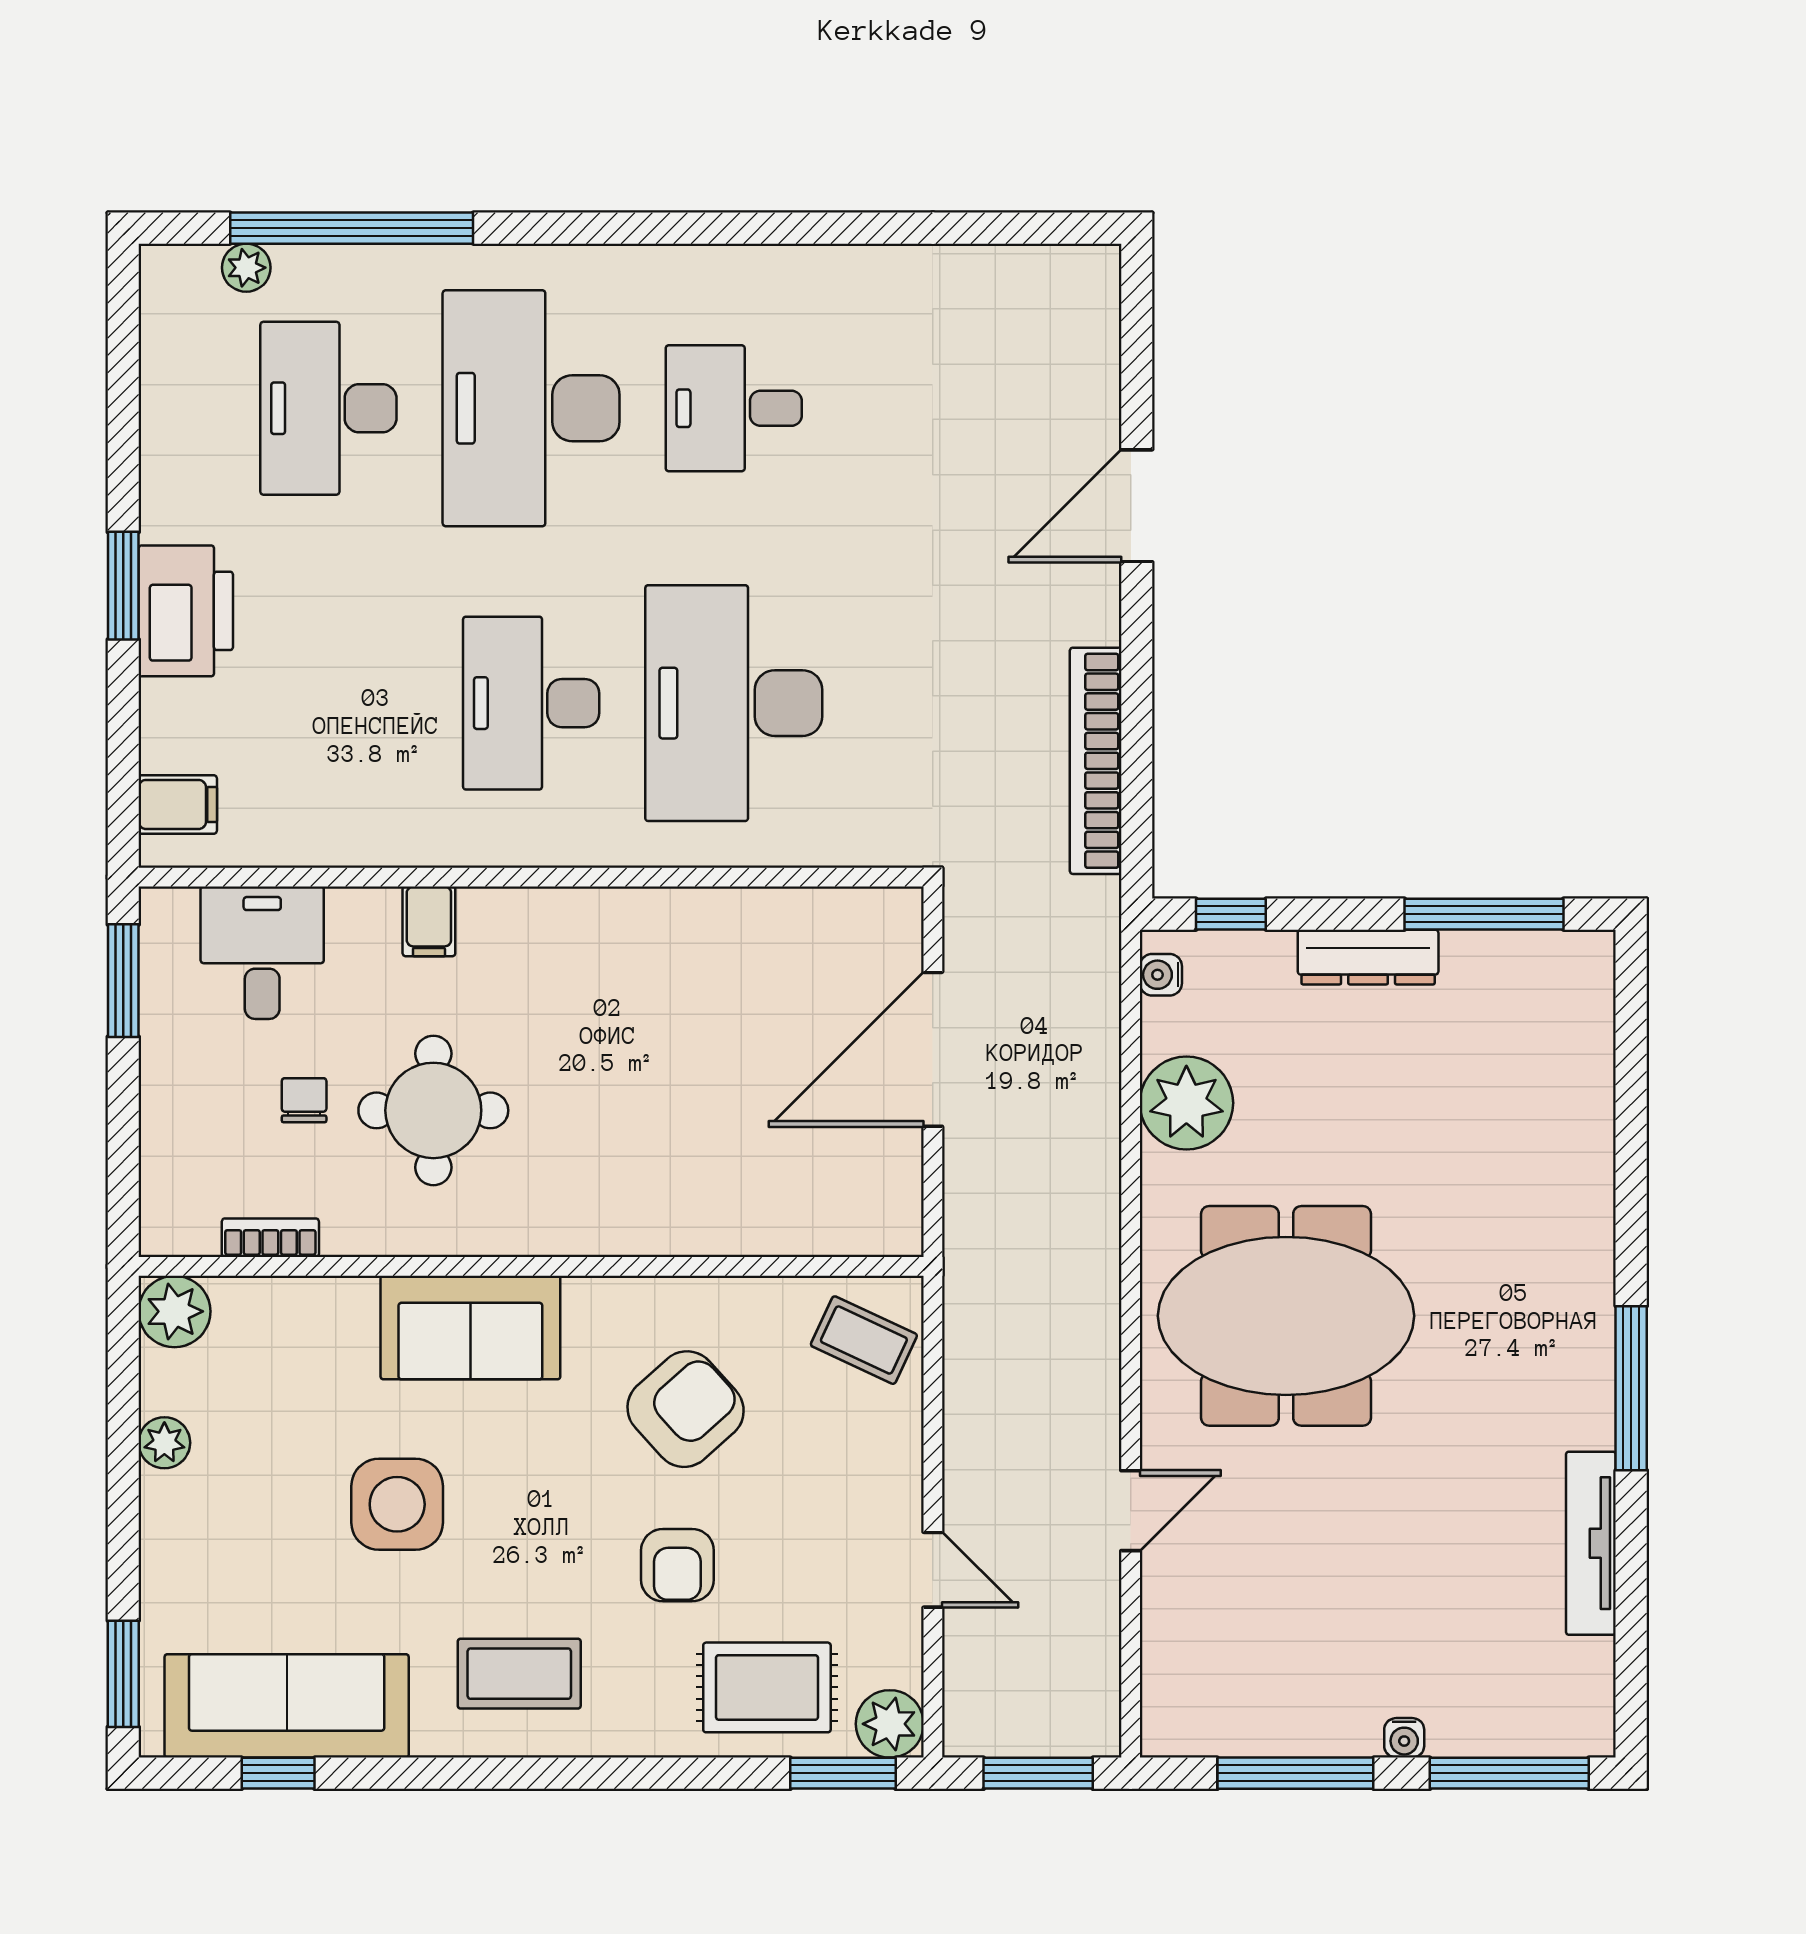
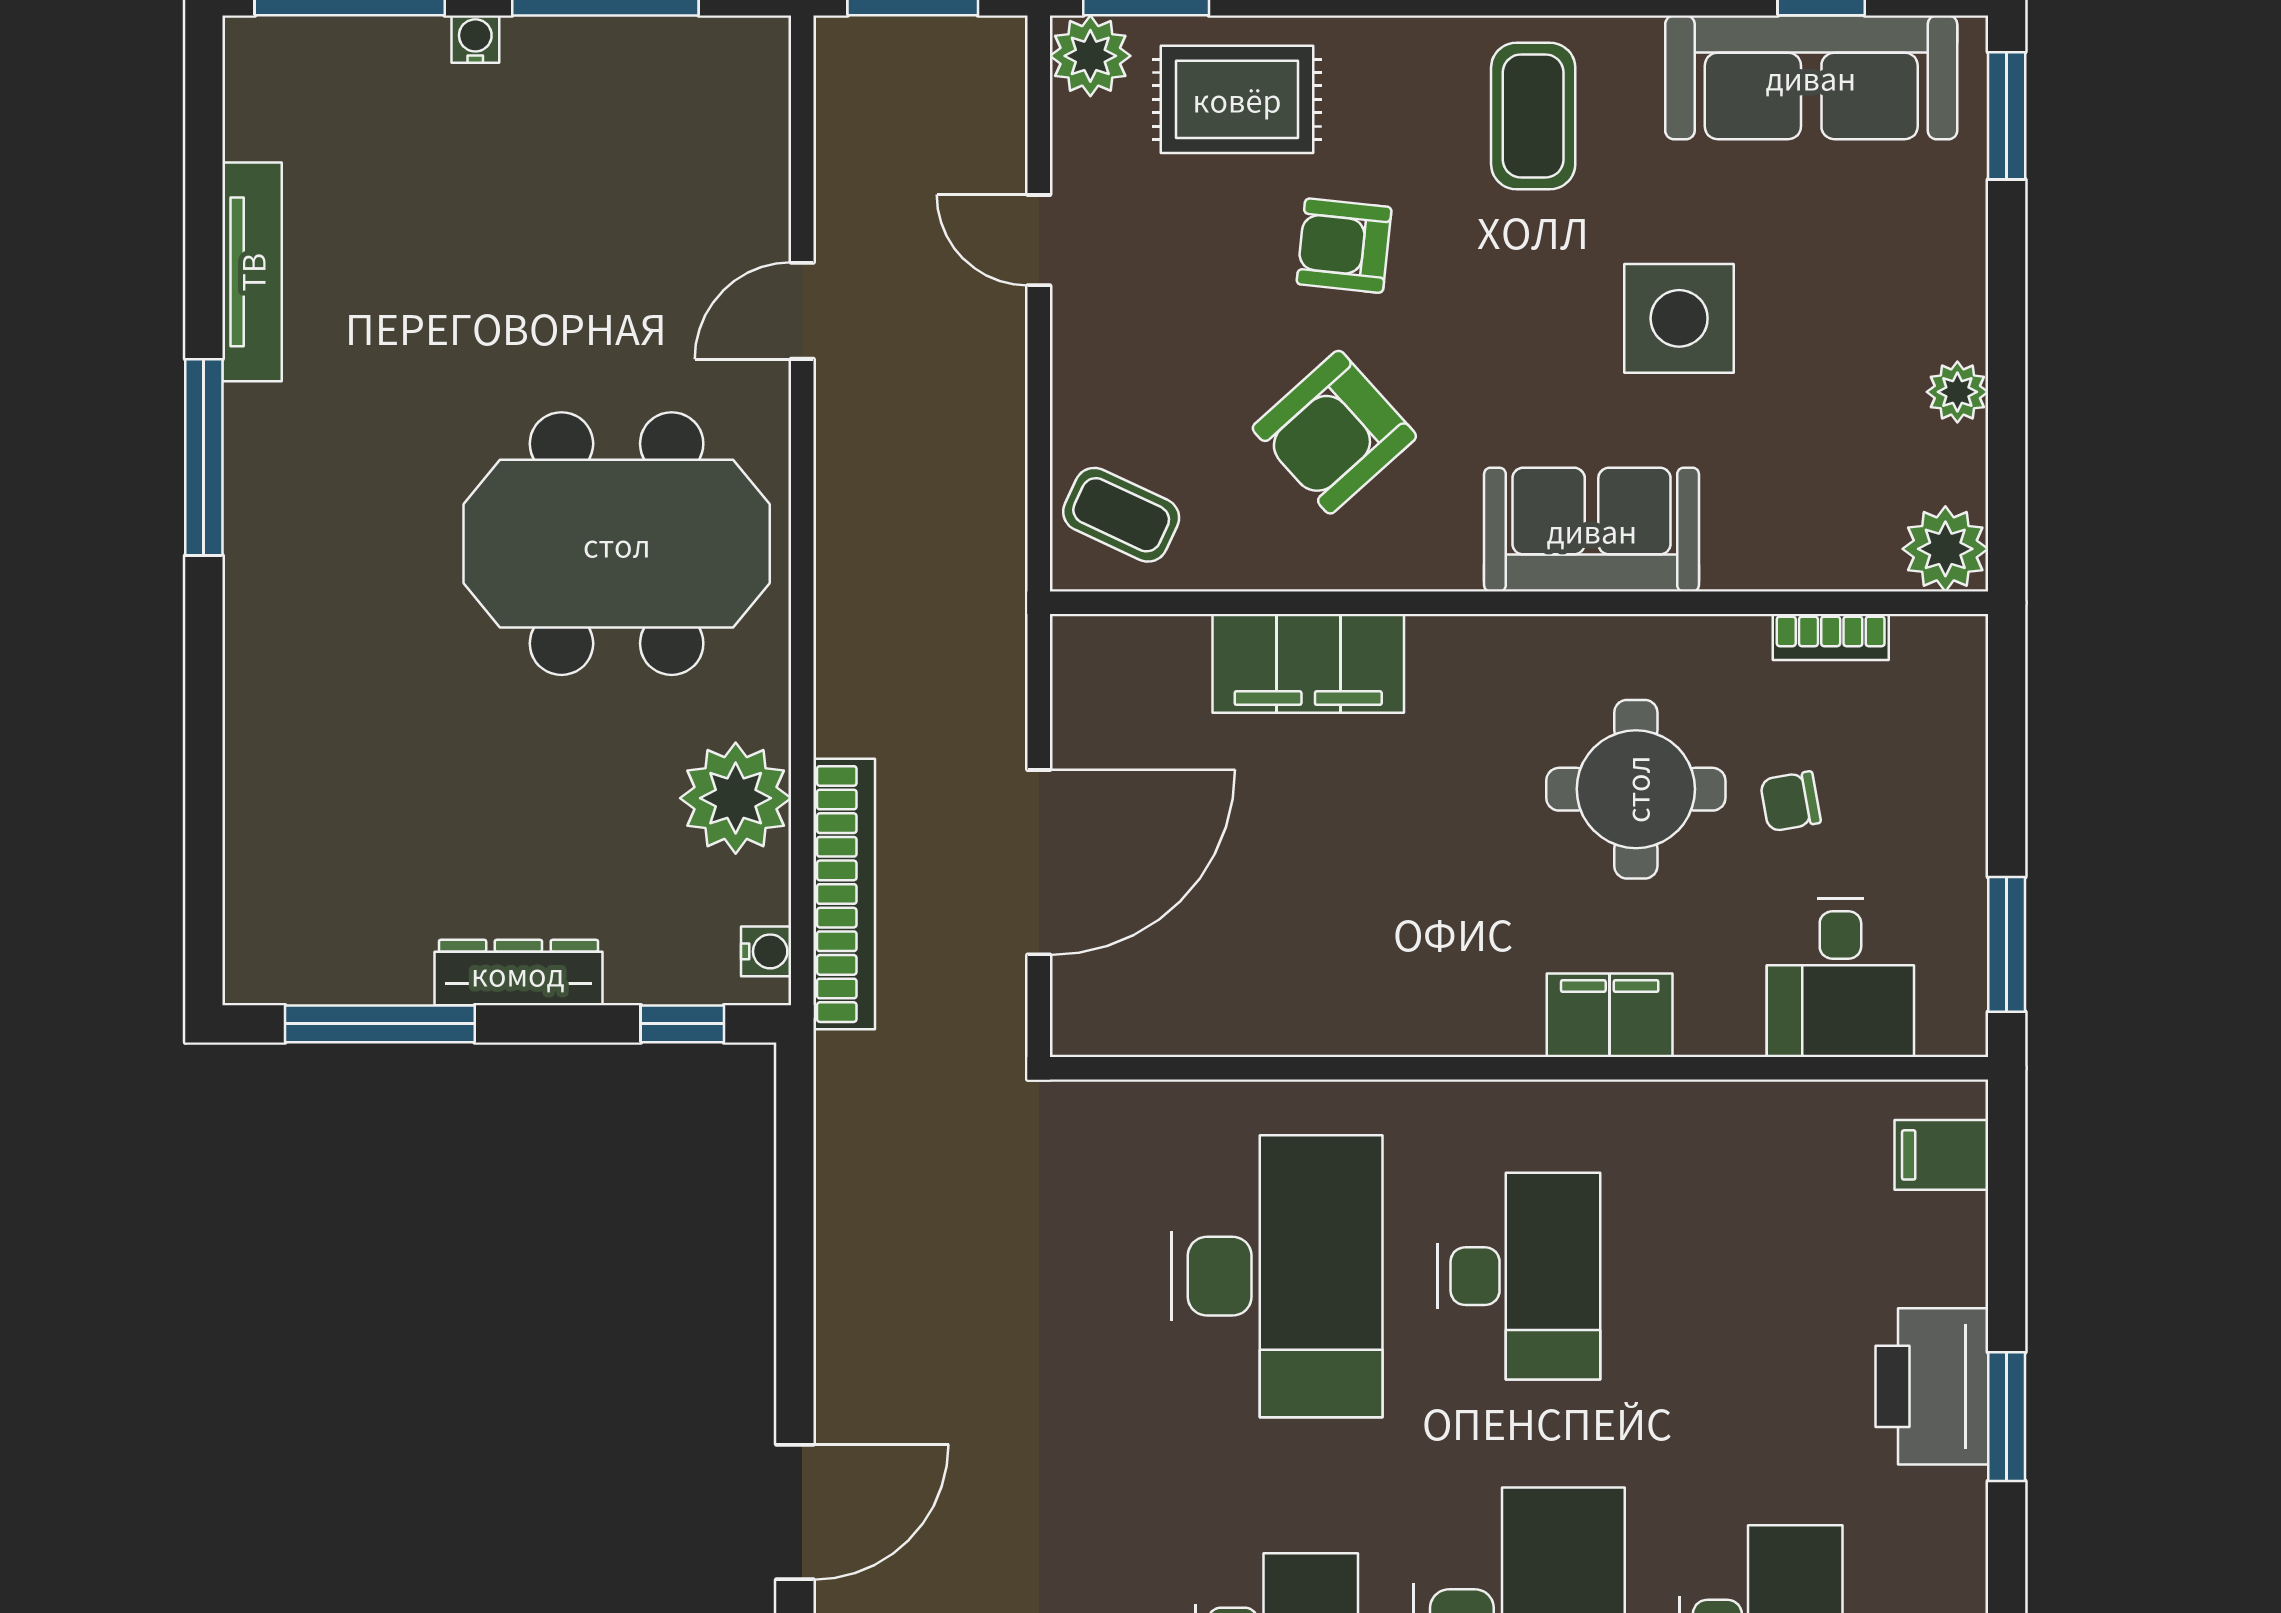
bookcase: (1096, 761) -> (844, 894), moved
filing cabinet: (429, 921) -> (1610, 1015), width x2.00
chair: (304, 1100) -> (1790, 801), turned 80
filing cabinet: (707, 1216) -> (1308, 663), added
armchair: (677, 1565) -> (1344, 246), turned -84
coffee table: (519, 1674) -> (1533, 116), turned 90

